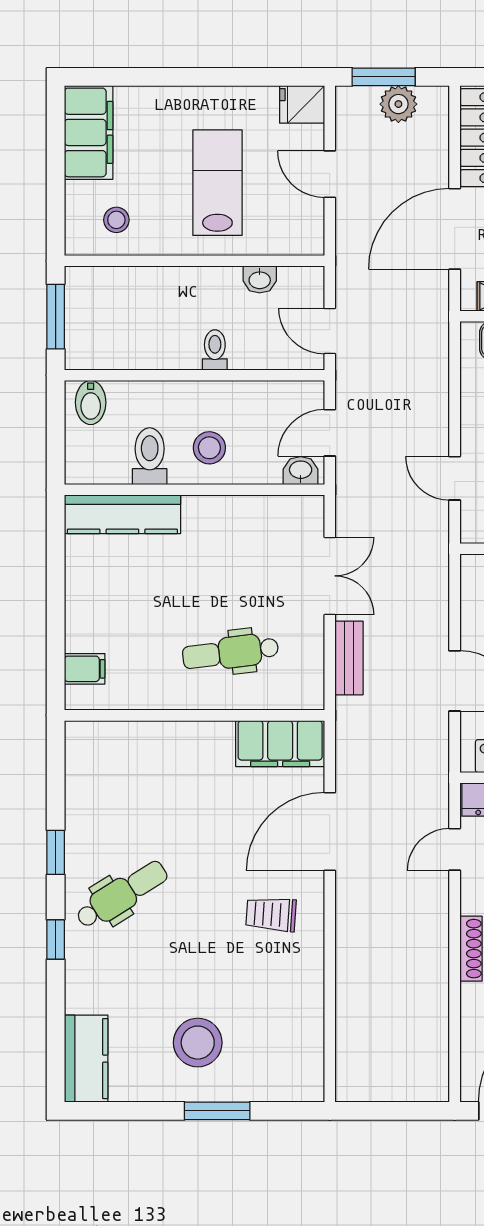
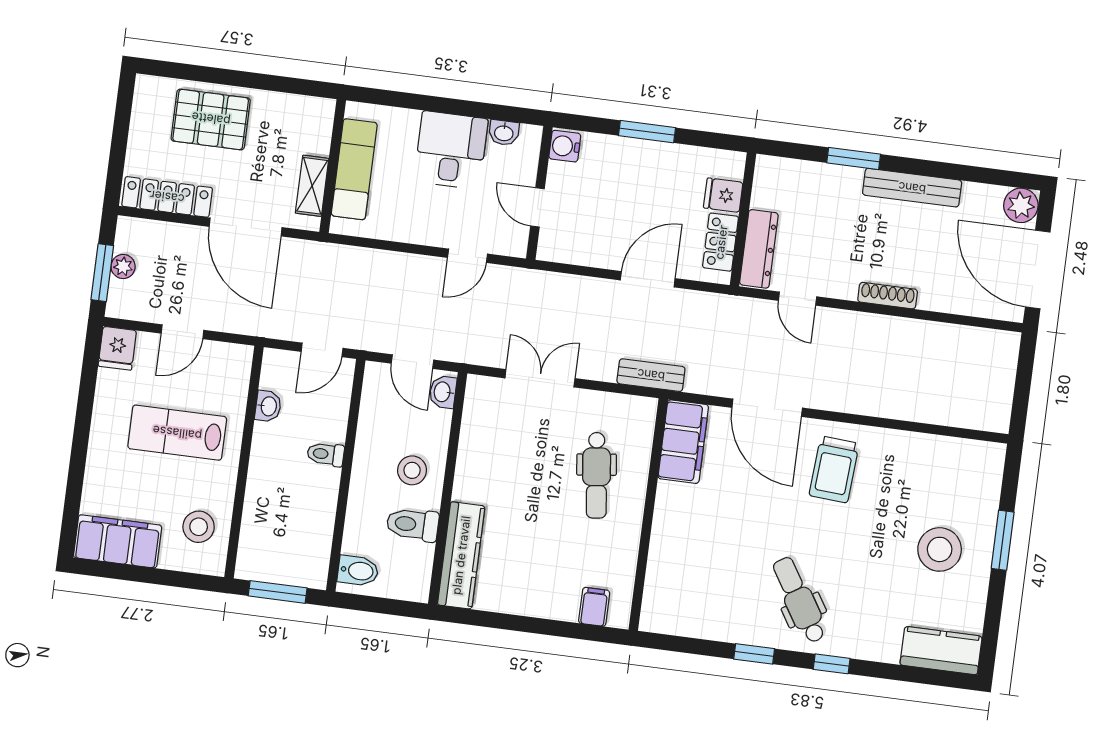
plant: (398, 104) -> (123, 266), width x0.73, depth x0.73
stool: (116, 220) -> (199, 527), width x1.37, depth x1.37
bench: (349, 658) -> (651, 375), moved
trolley: (271, 914) -> (834, 469), width x1.36, depth x1.39

